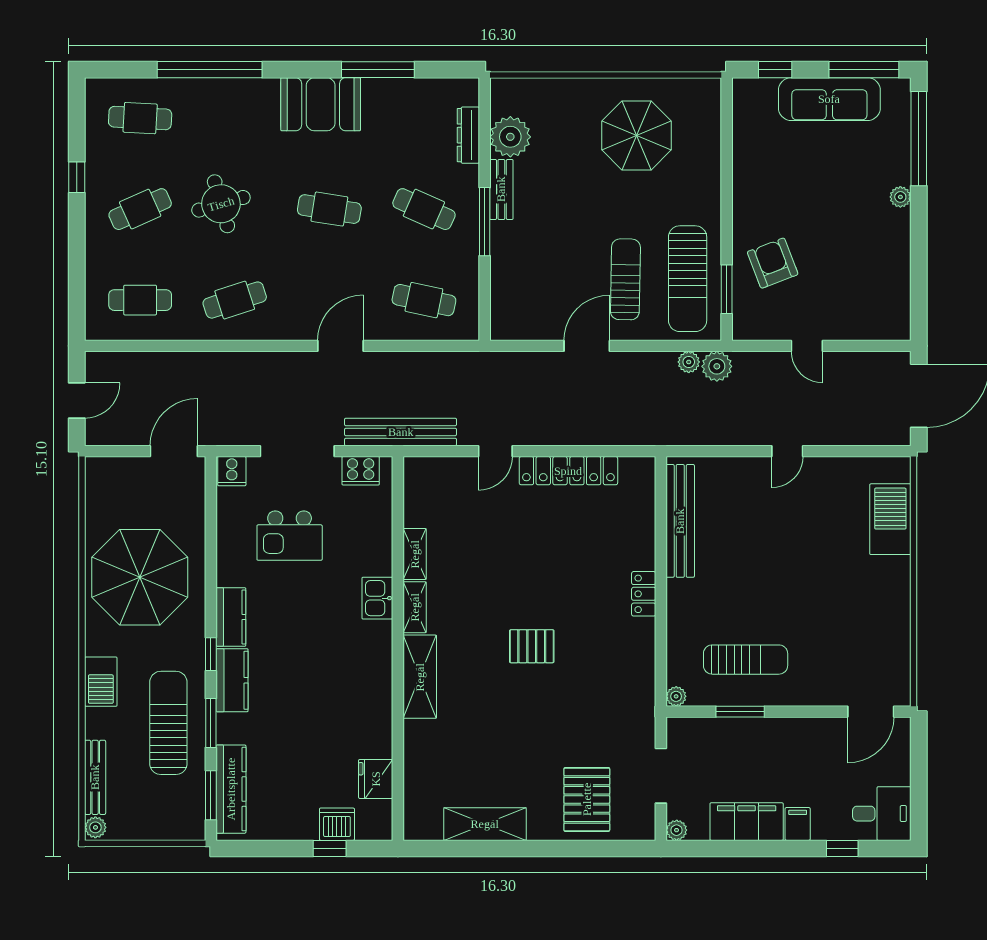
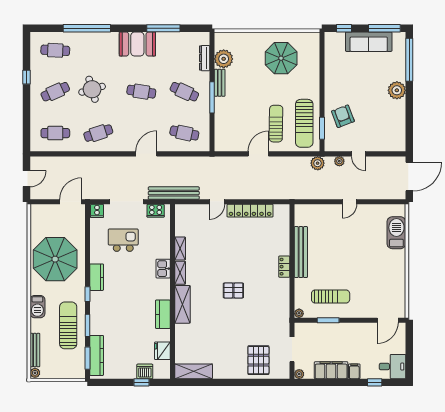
plant: (900, 197) -> (397, 90), width x1.88, depth x1.88
plant: (689, 362) -> (339, 161), moved
bench: (680, 521) -> (301, 252), moved
kitchen island: (290, 536) -> (123, 240), turned 180
kitchen counter: (232, 680) -> (163, 314), moved, turned 180
shelving: (485, 824) -> (194, 371), moved

